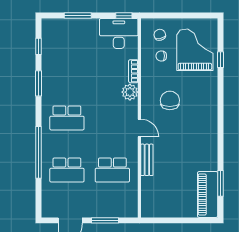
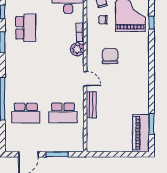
school desk: (67, 118) -> (26, 28), moved, turned -90

